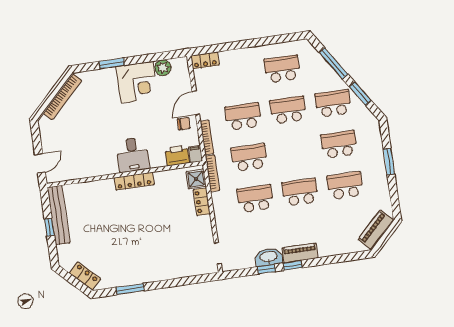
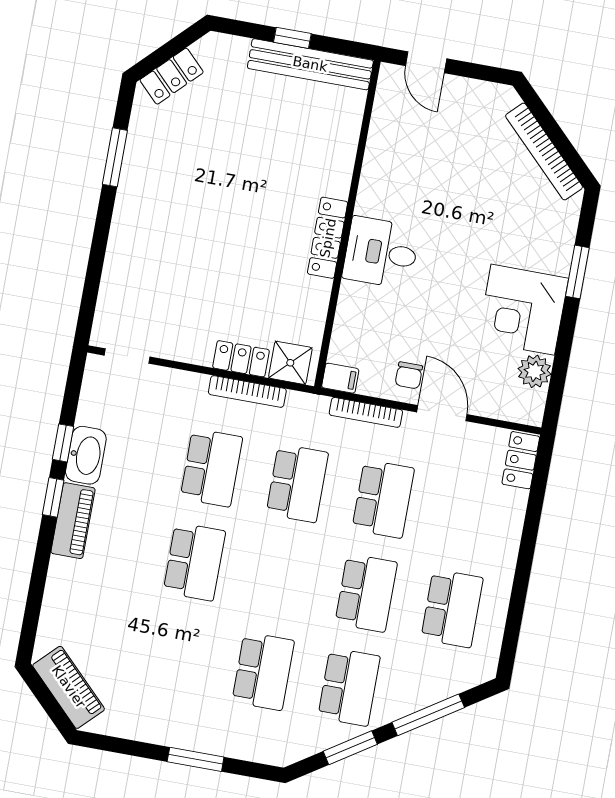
printer: (177, 156) -> (350, 341), removed
bookcase: (212, 173) -> (247, 391), moved
school desk: (345, 185) -> (177, 656), removed

